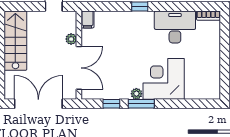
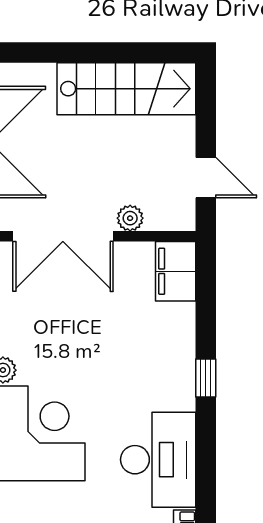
filing cabinet: (88, 19) -> (176, 271), width x2.00

